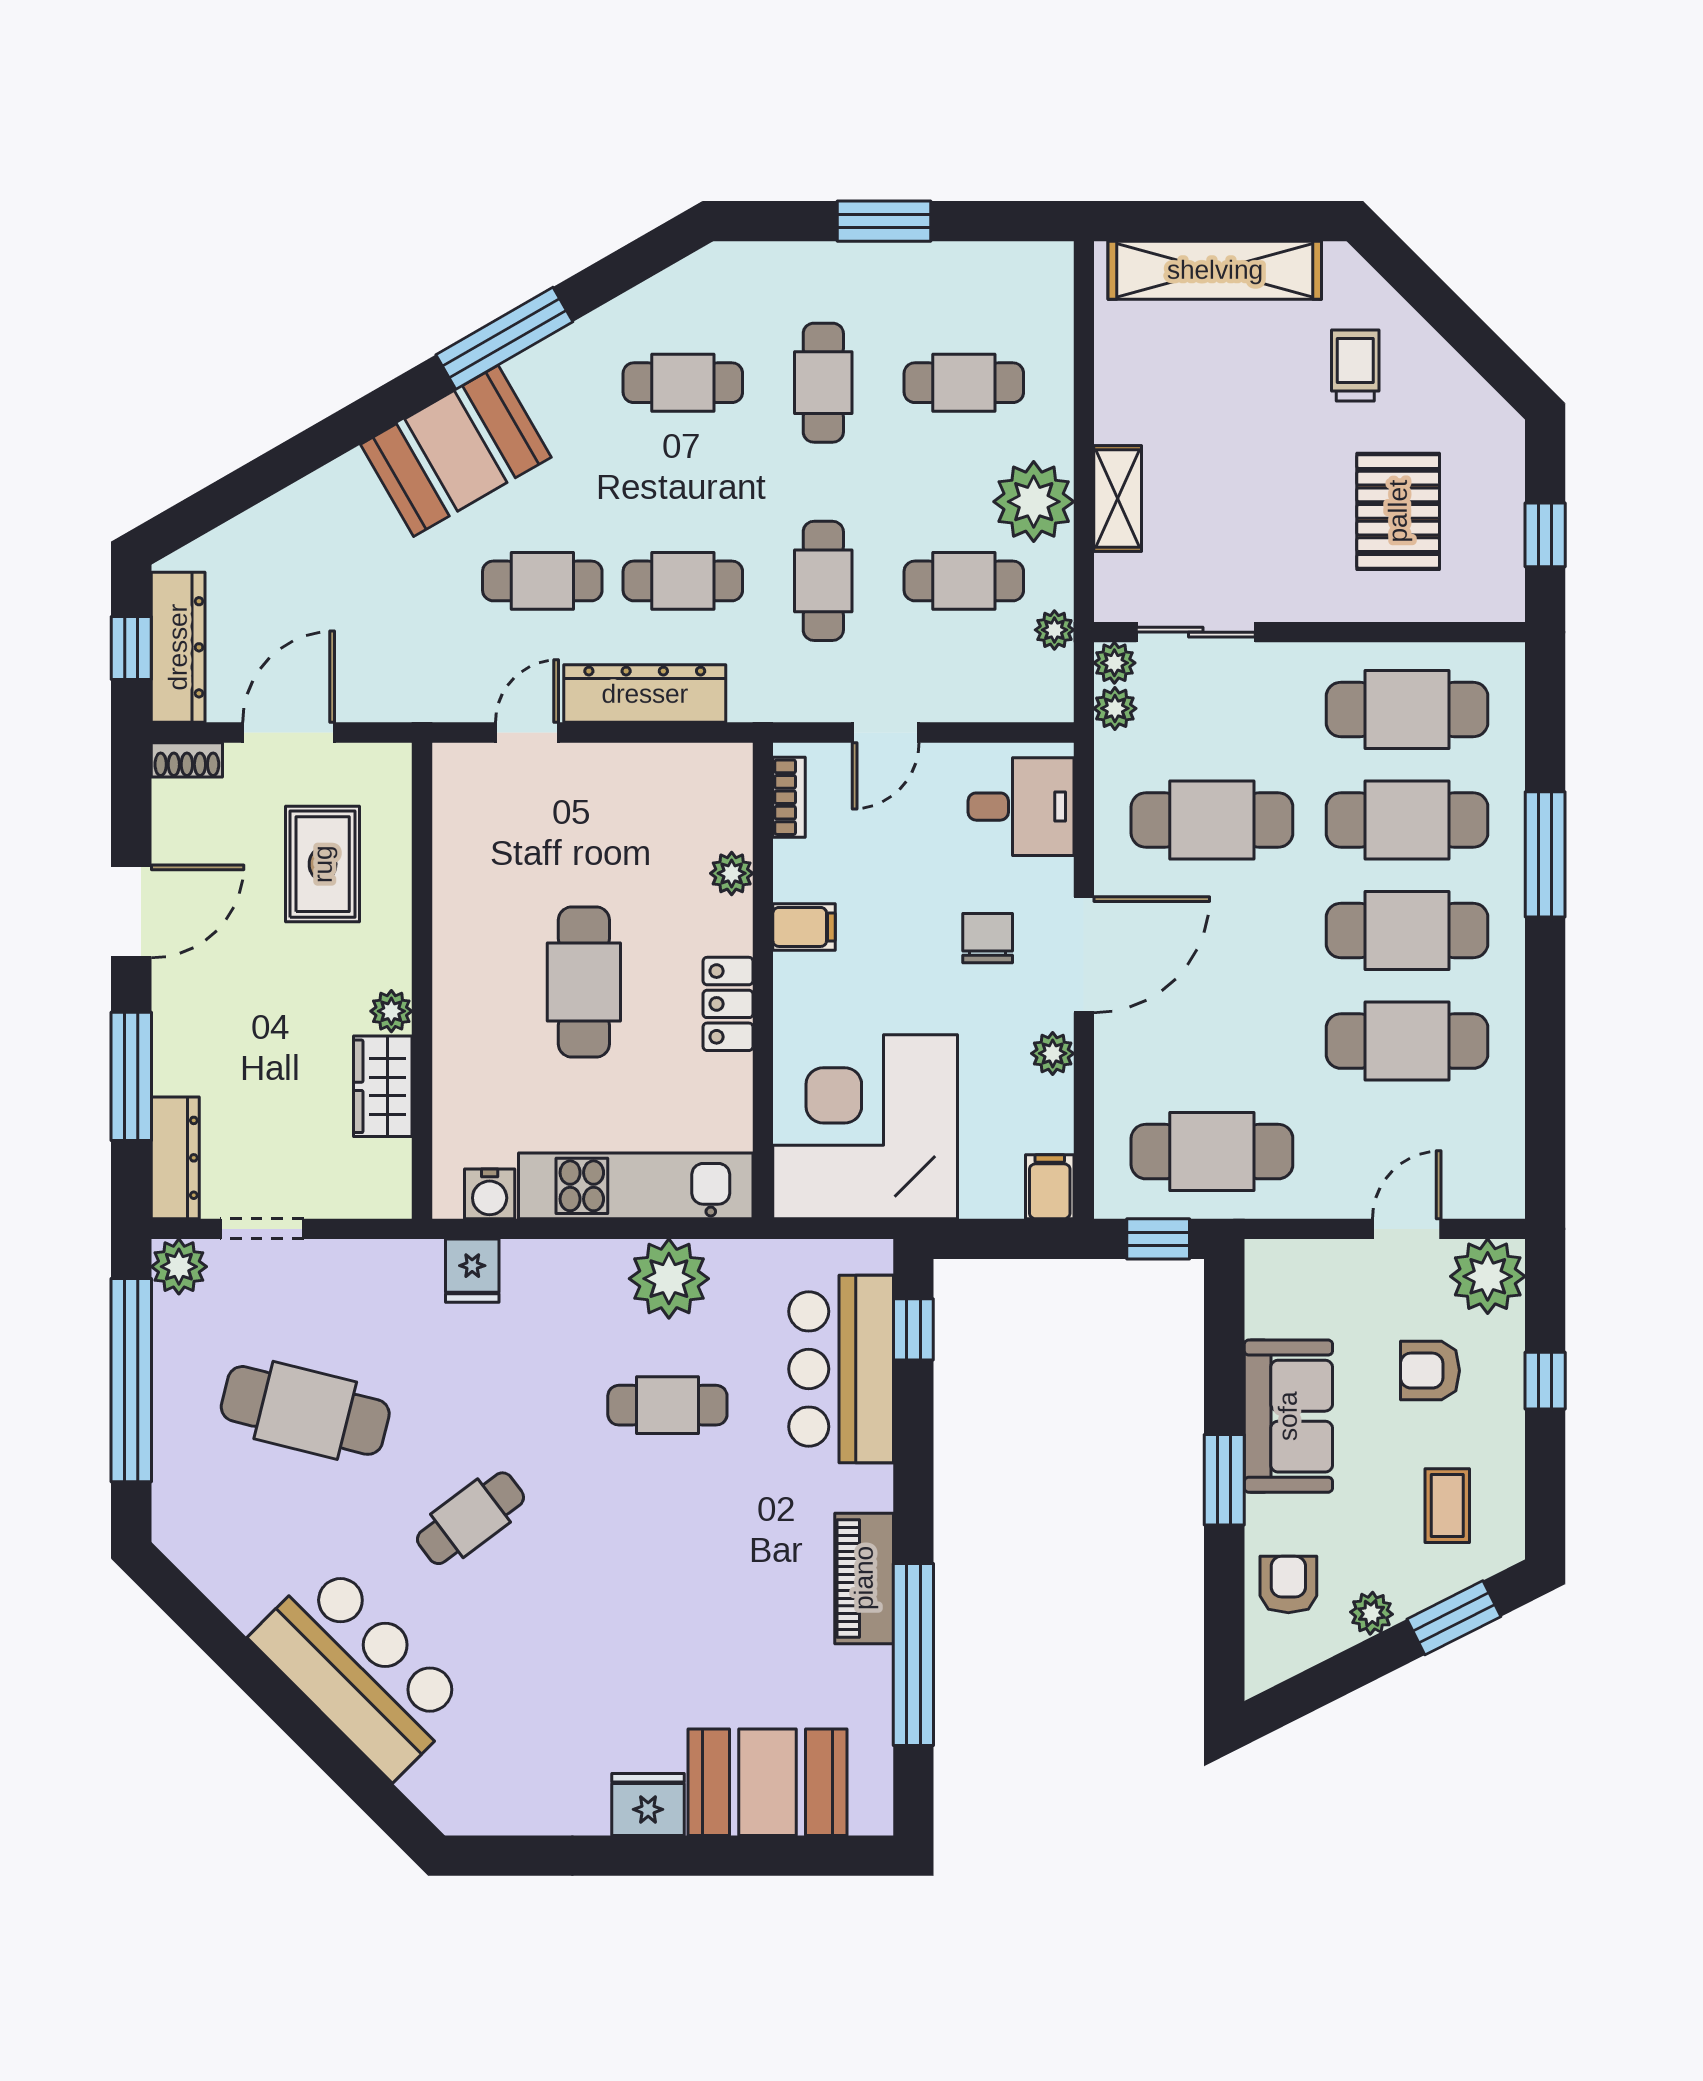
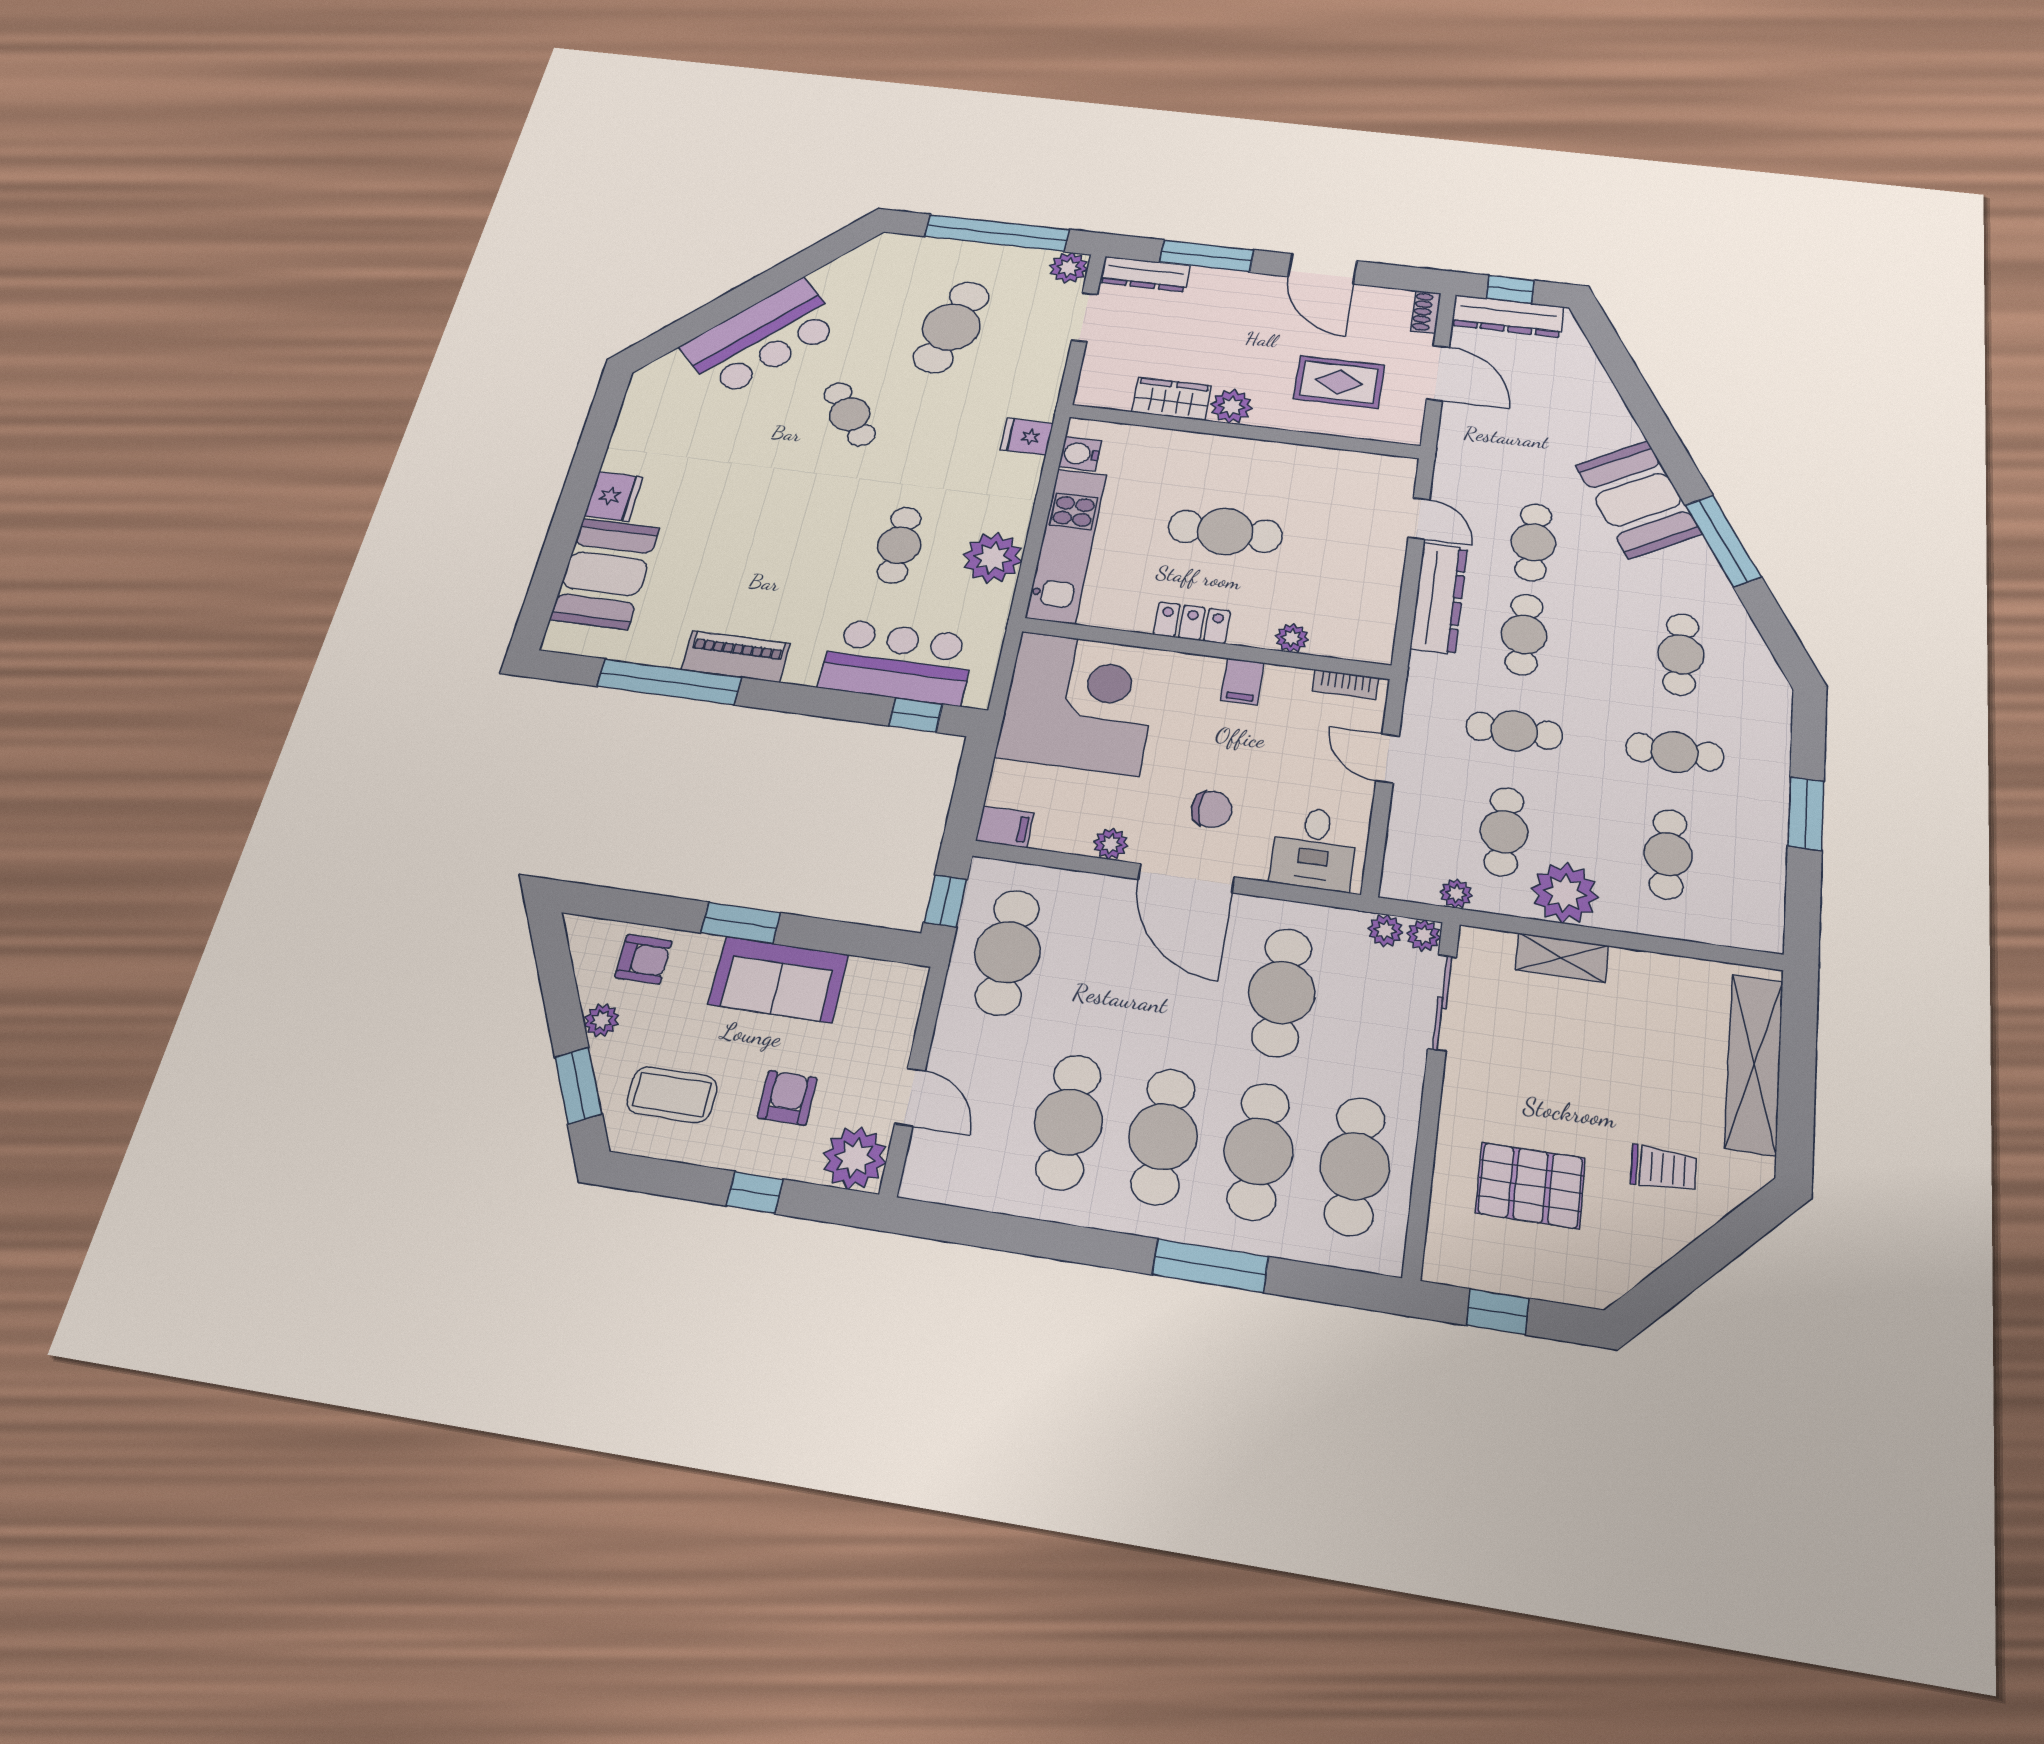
plant: (391, 1011) -> (1231, 406), width x1.38, depth x1.38
coffee table: (1447, 1506) -> (672, 1095), width x1.36, depth x1.30

